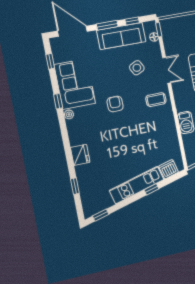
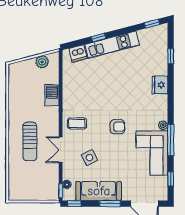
window: (132, 21) -> (74, 204), moved
window: (58, 101) -> (171, 140), width x2.17
armchair: (115, 104) -> (117, 127), turned -90

